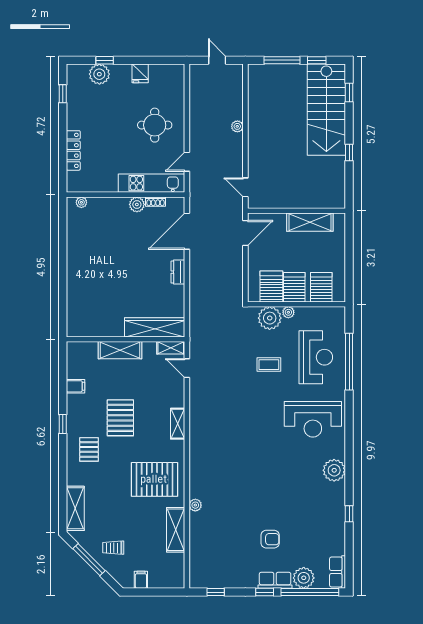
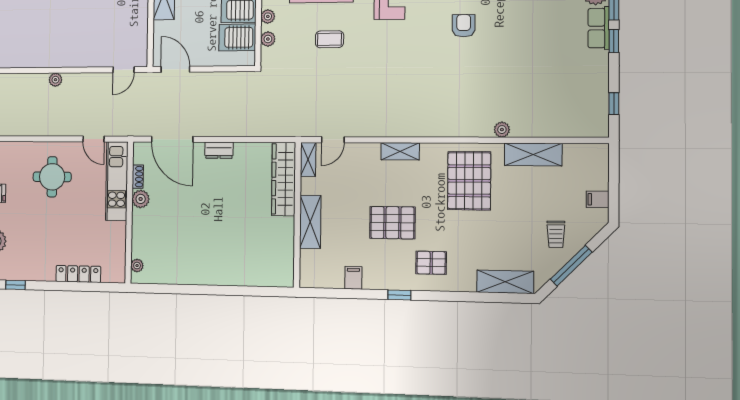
plant: (270, 318) -> (268, 39), width x0.53, depth x0.53
coffee table: (269, 365) -> (330, 39), turned 90
armchair: (270, 539) -> (464, 26), moved

